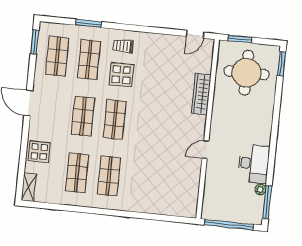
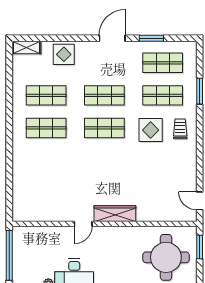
window: (35, 42) -> (151, 38), moved
wardrobe: (201, 94) -> (115, 214), moved
door: (205, 150) -> (83, 224), swing flipped

